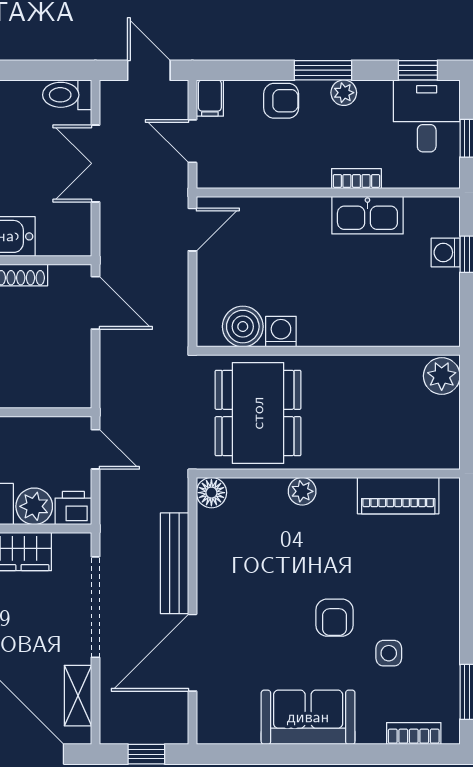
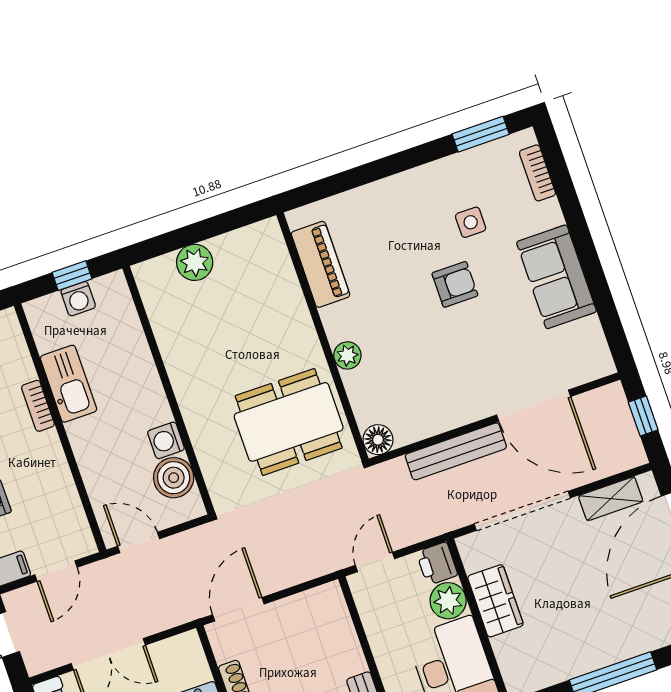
boiler: (243, 327) -> (174, 478), moved
washing machine: (281, 332) -> (166, 440), moved
wall: (328, 351) -> (169, 390), moved

